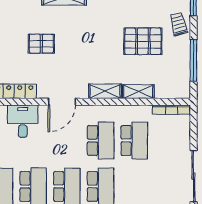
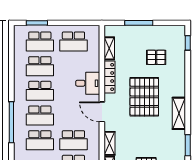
pallet: (41, 44) -> (144, 97), width x2.05, depth x2.00

